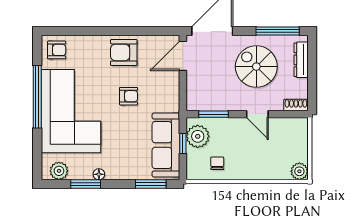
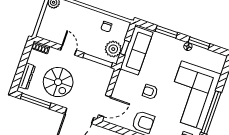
window: (214, 114) -> (98, 60), width x1.44
plant: (59, 171) -> (214, 58), removed
window: (151, 184) -> (166, 32), moved

